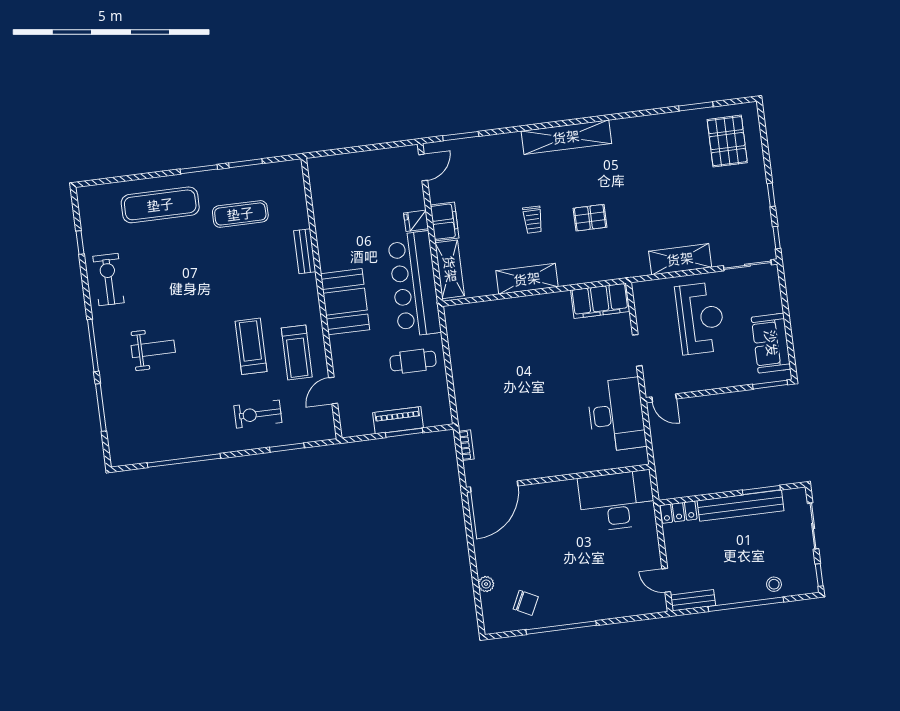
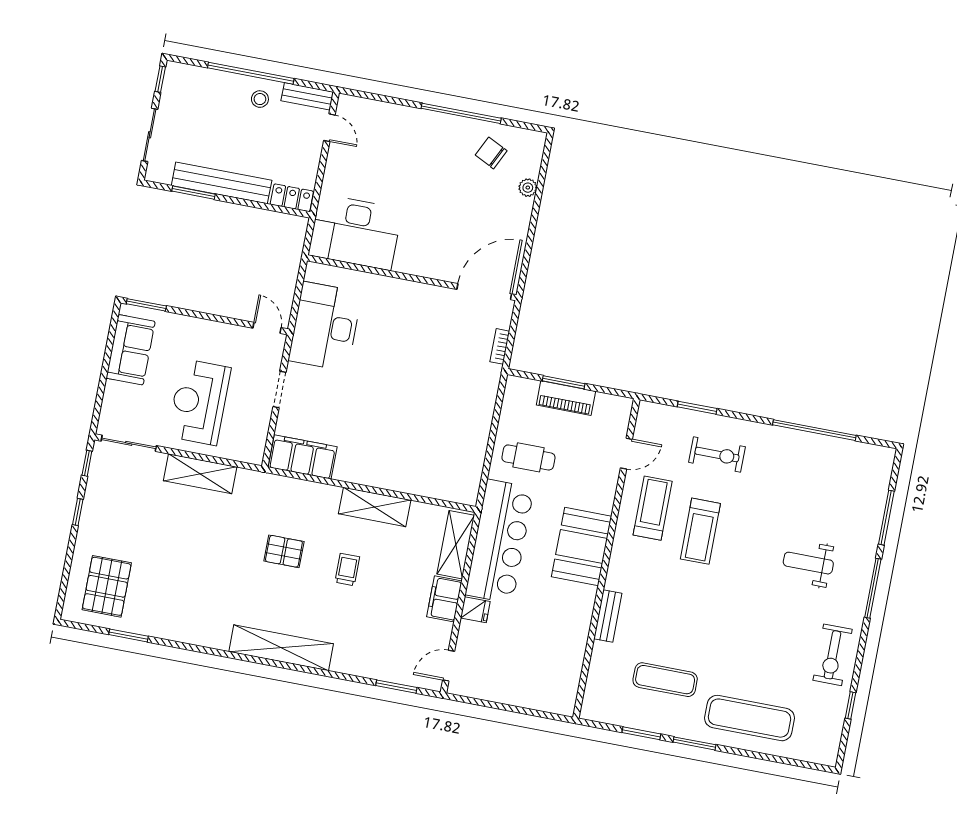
stool: (774, 584) -> (260, 99), moved

